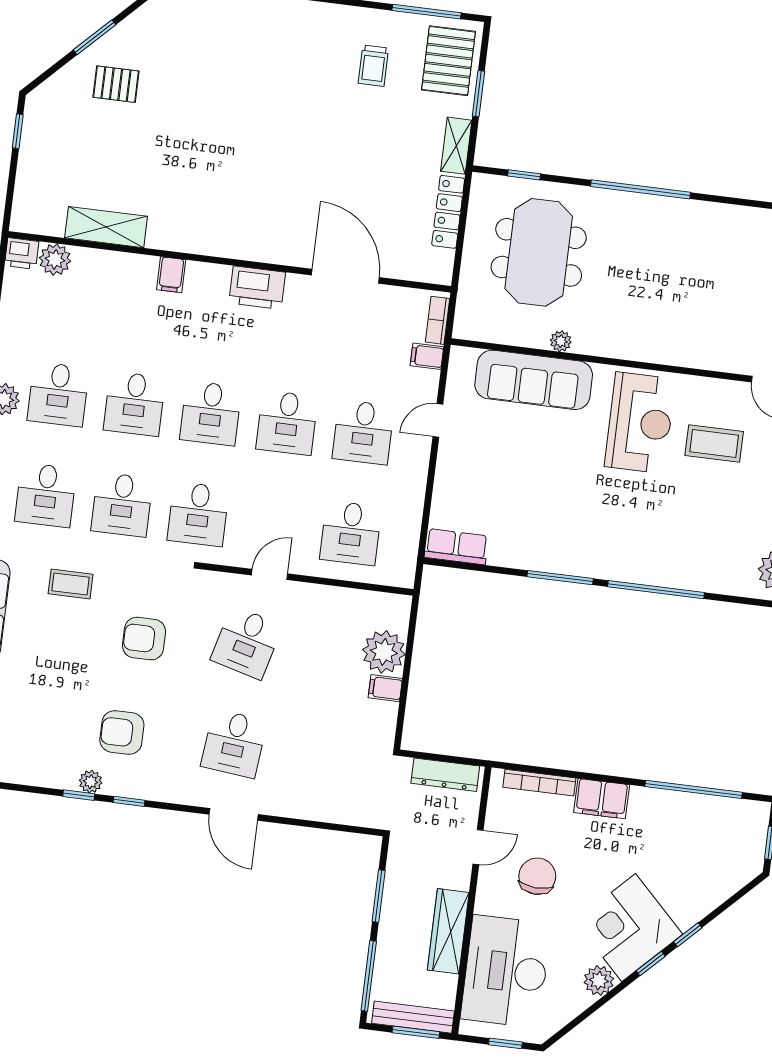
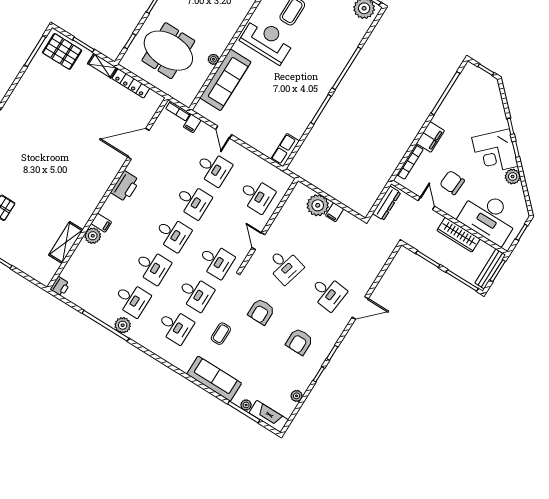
trolley: (373, 66) -> (49, 87), removed
plant: (55, 259) -> (93, 236), moved
plant: (91, 782) -> (297, 396), moved

